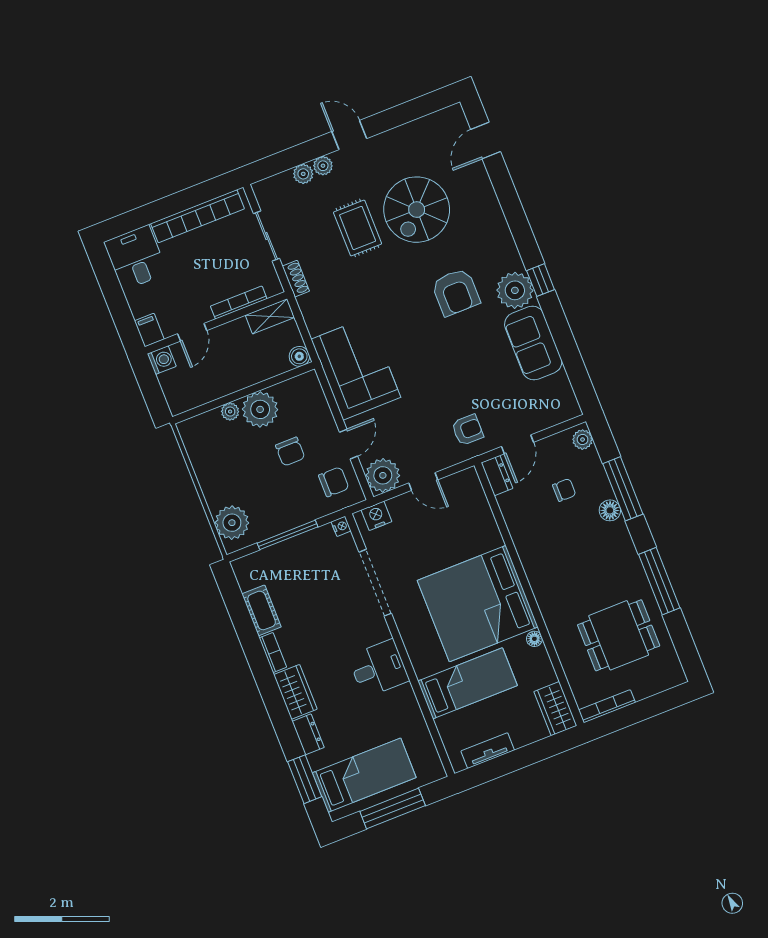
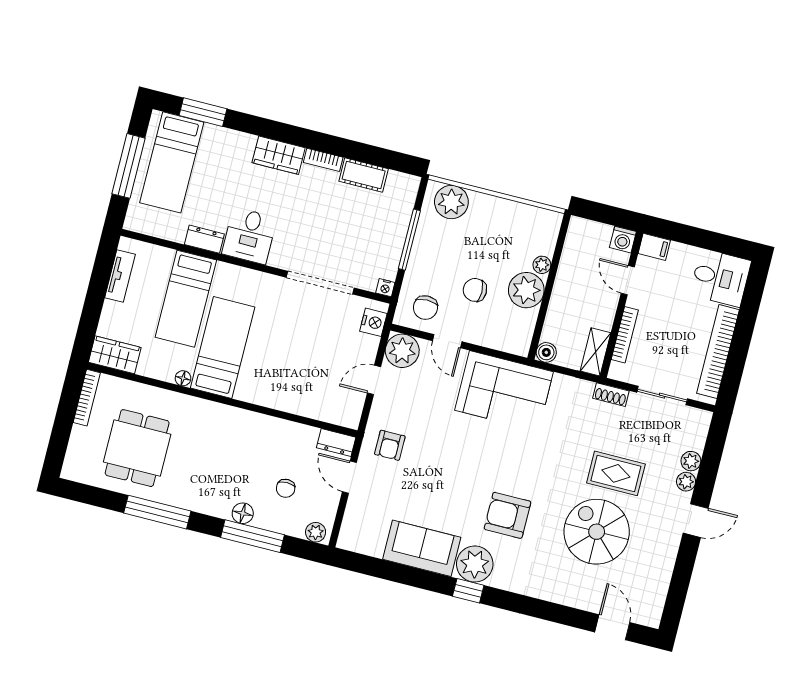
bed: (478, 604) -> (223, 348), width x0.49
dresser: (308, 734) -> (204, 239), moved, turned 180

